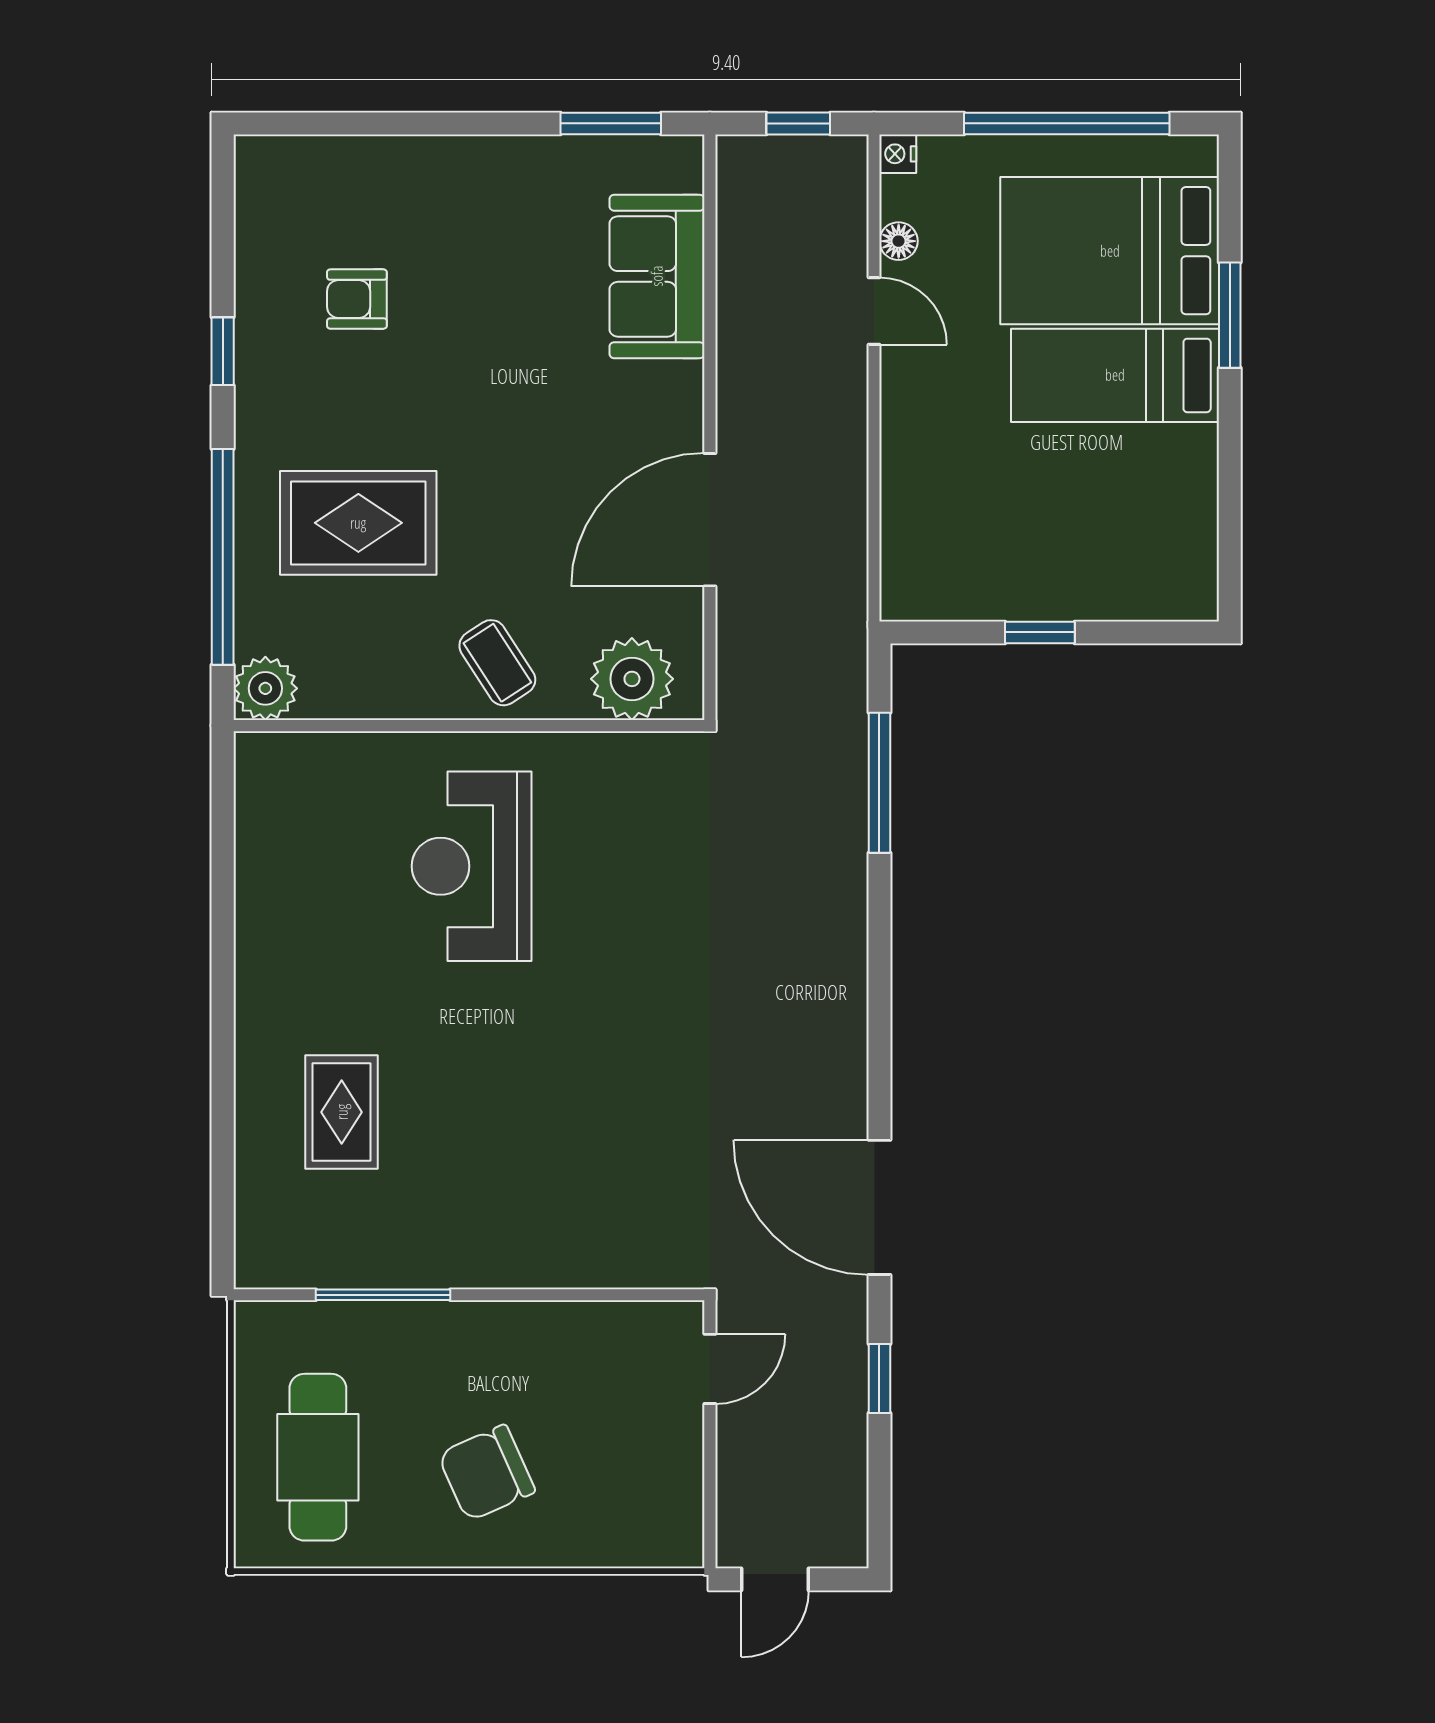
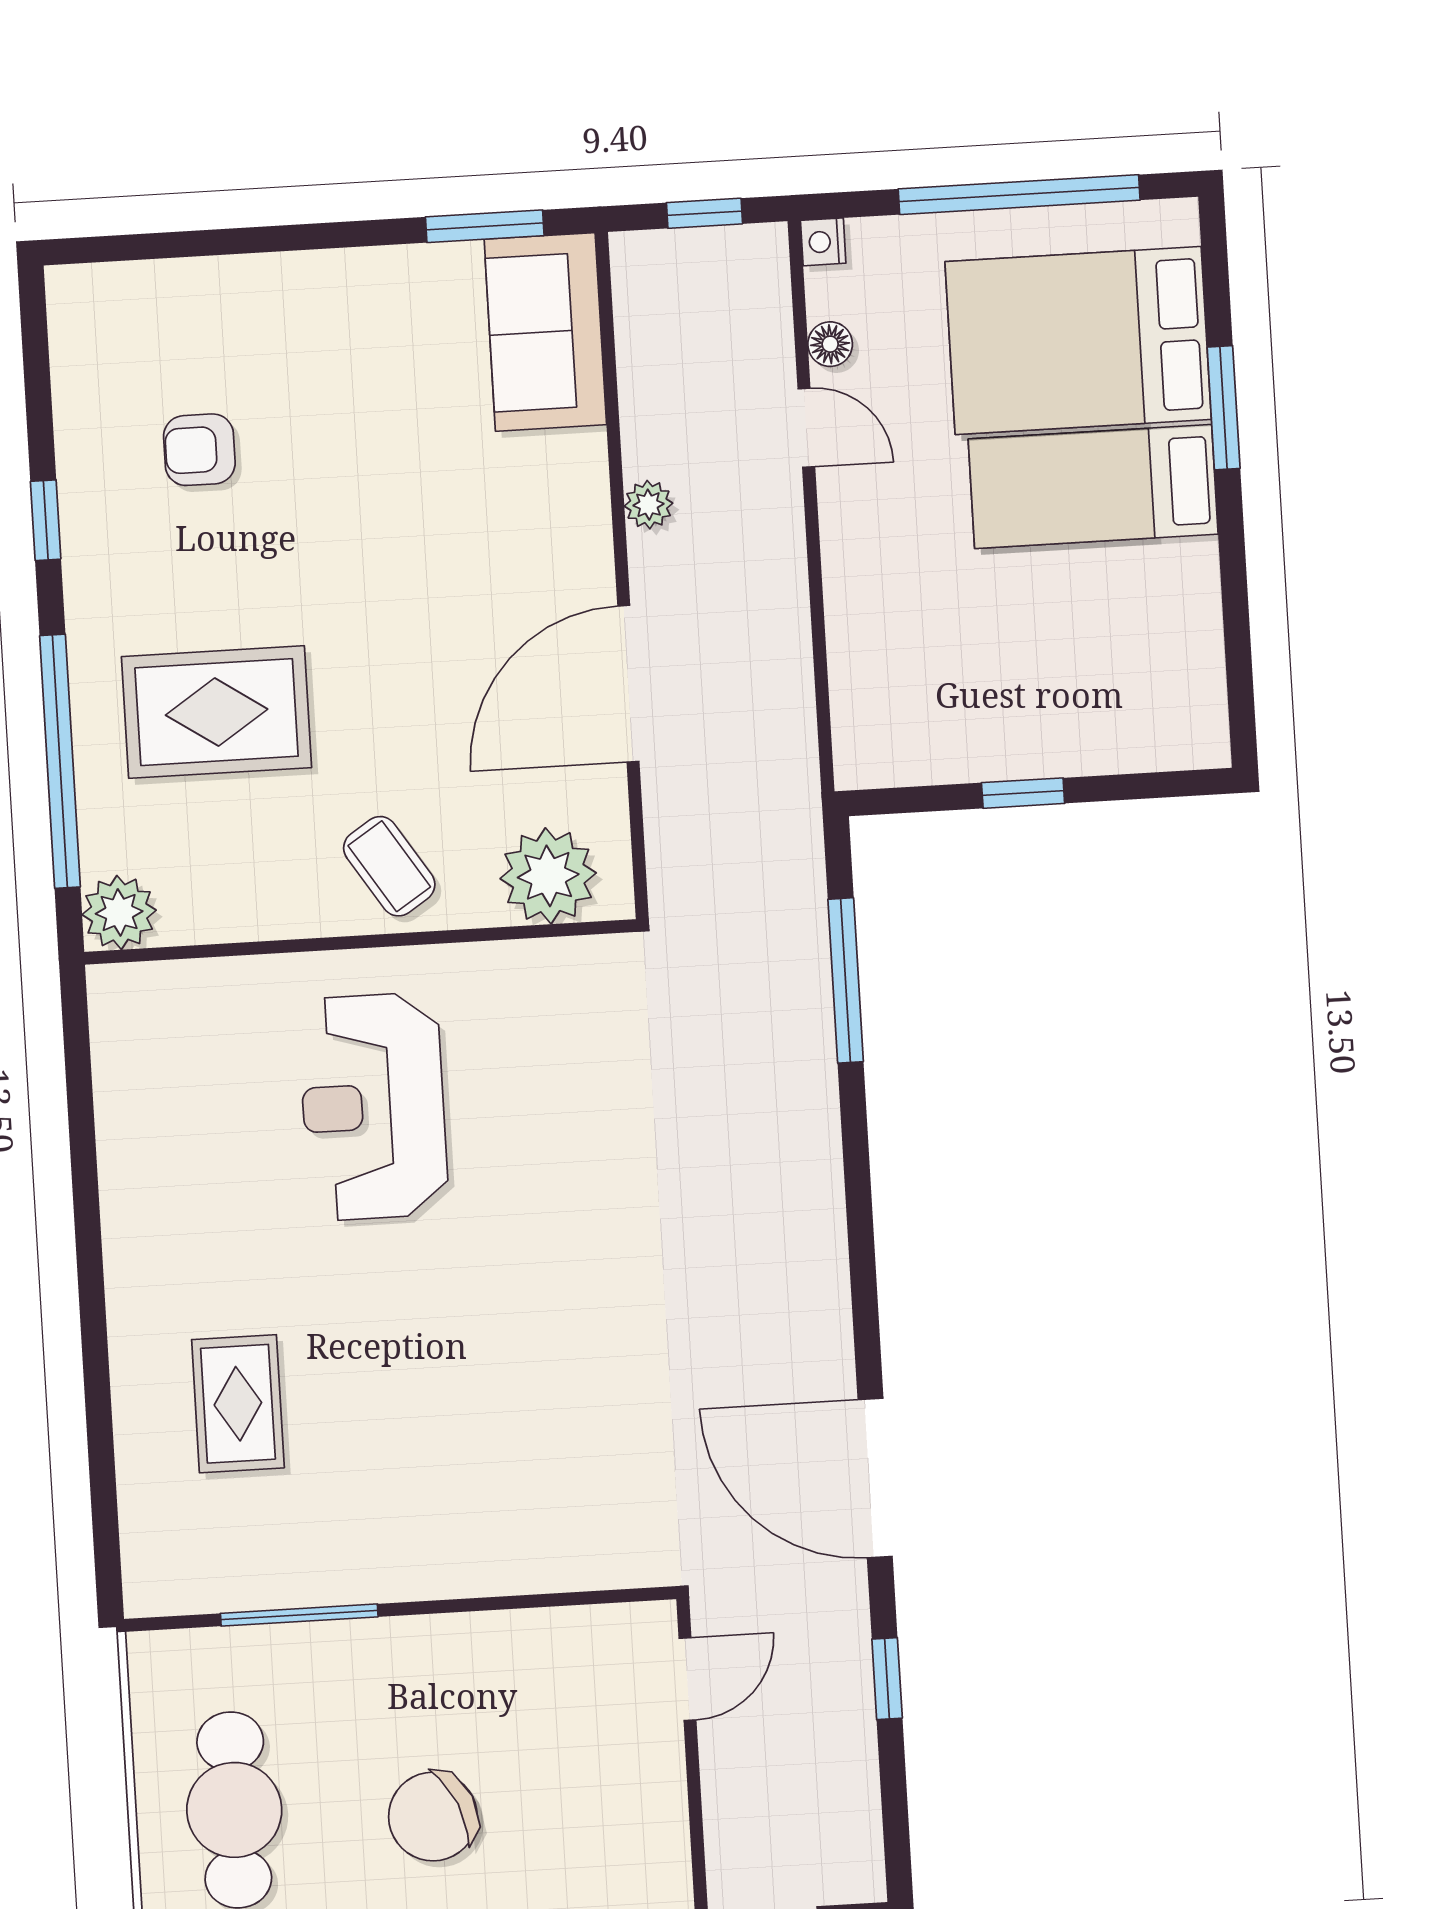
sofa: (657, 276) -> (545, 332), moved
plant: (736, 368) -> (649, 505), added

